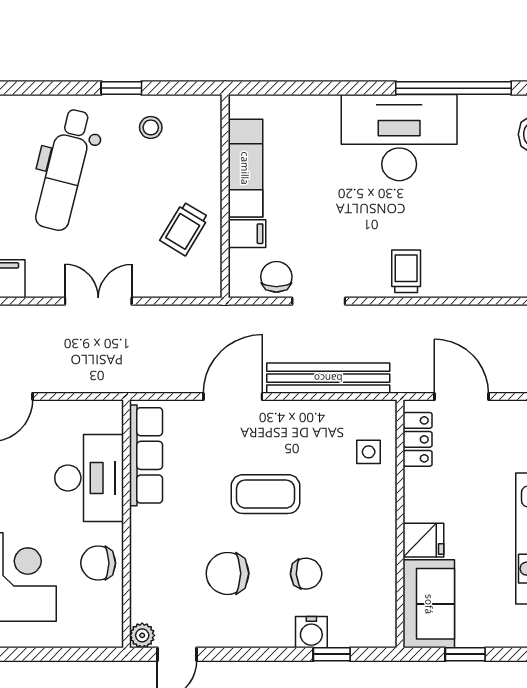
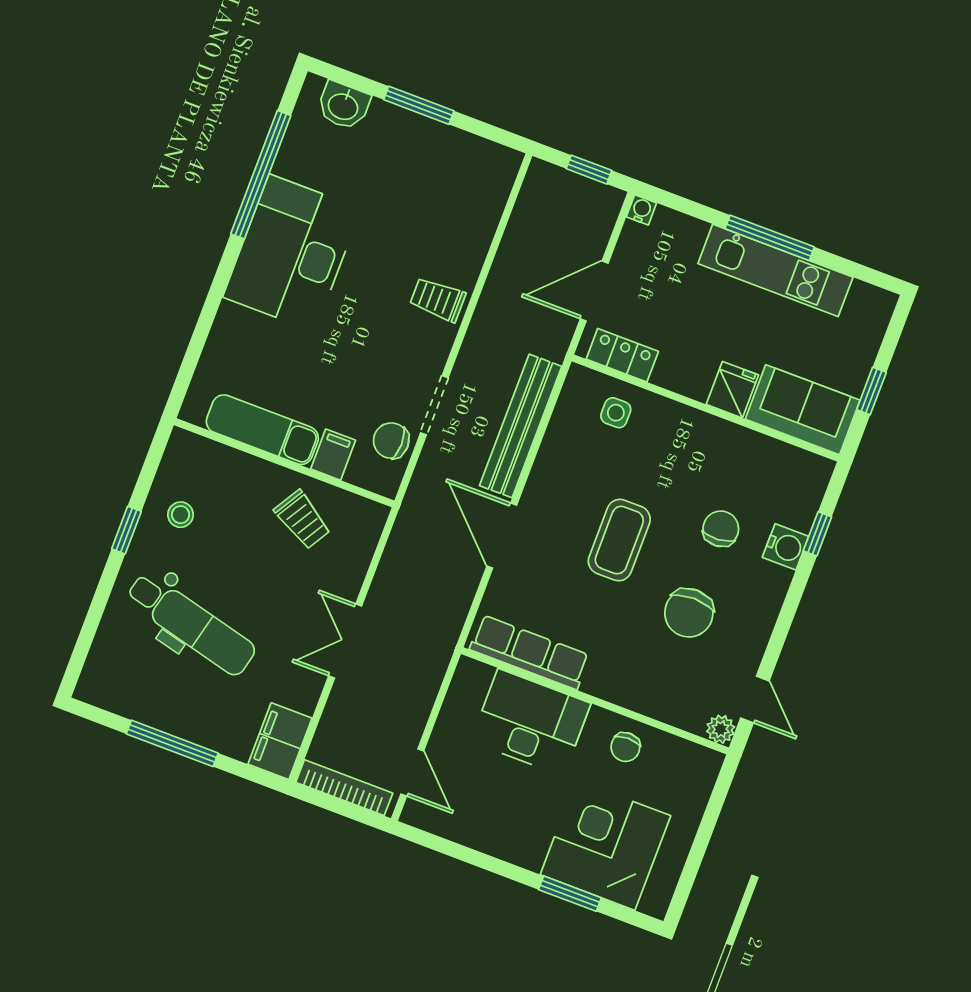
chair: (98, 563) -> (625, 747), width x0.73, depth x0.73

